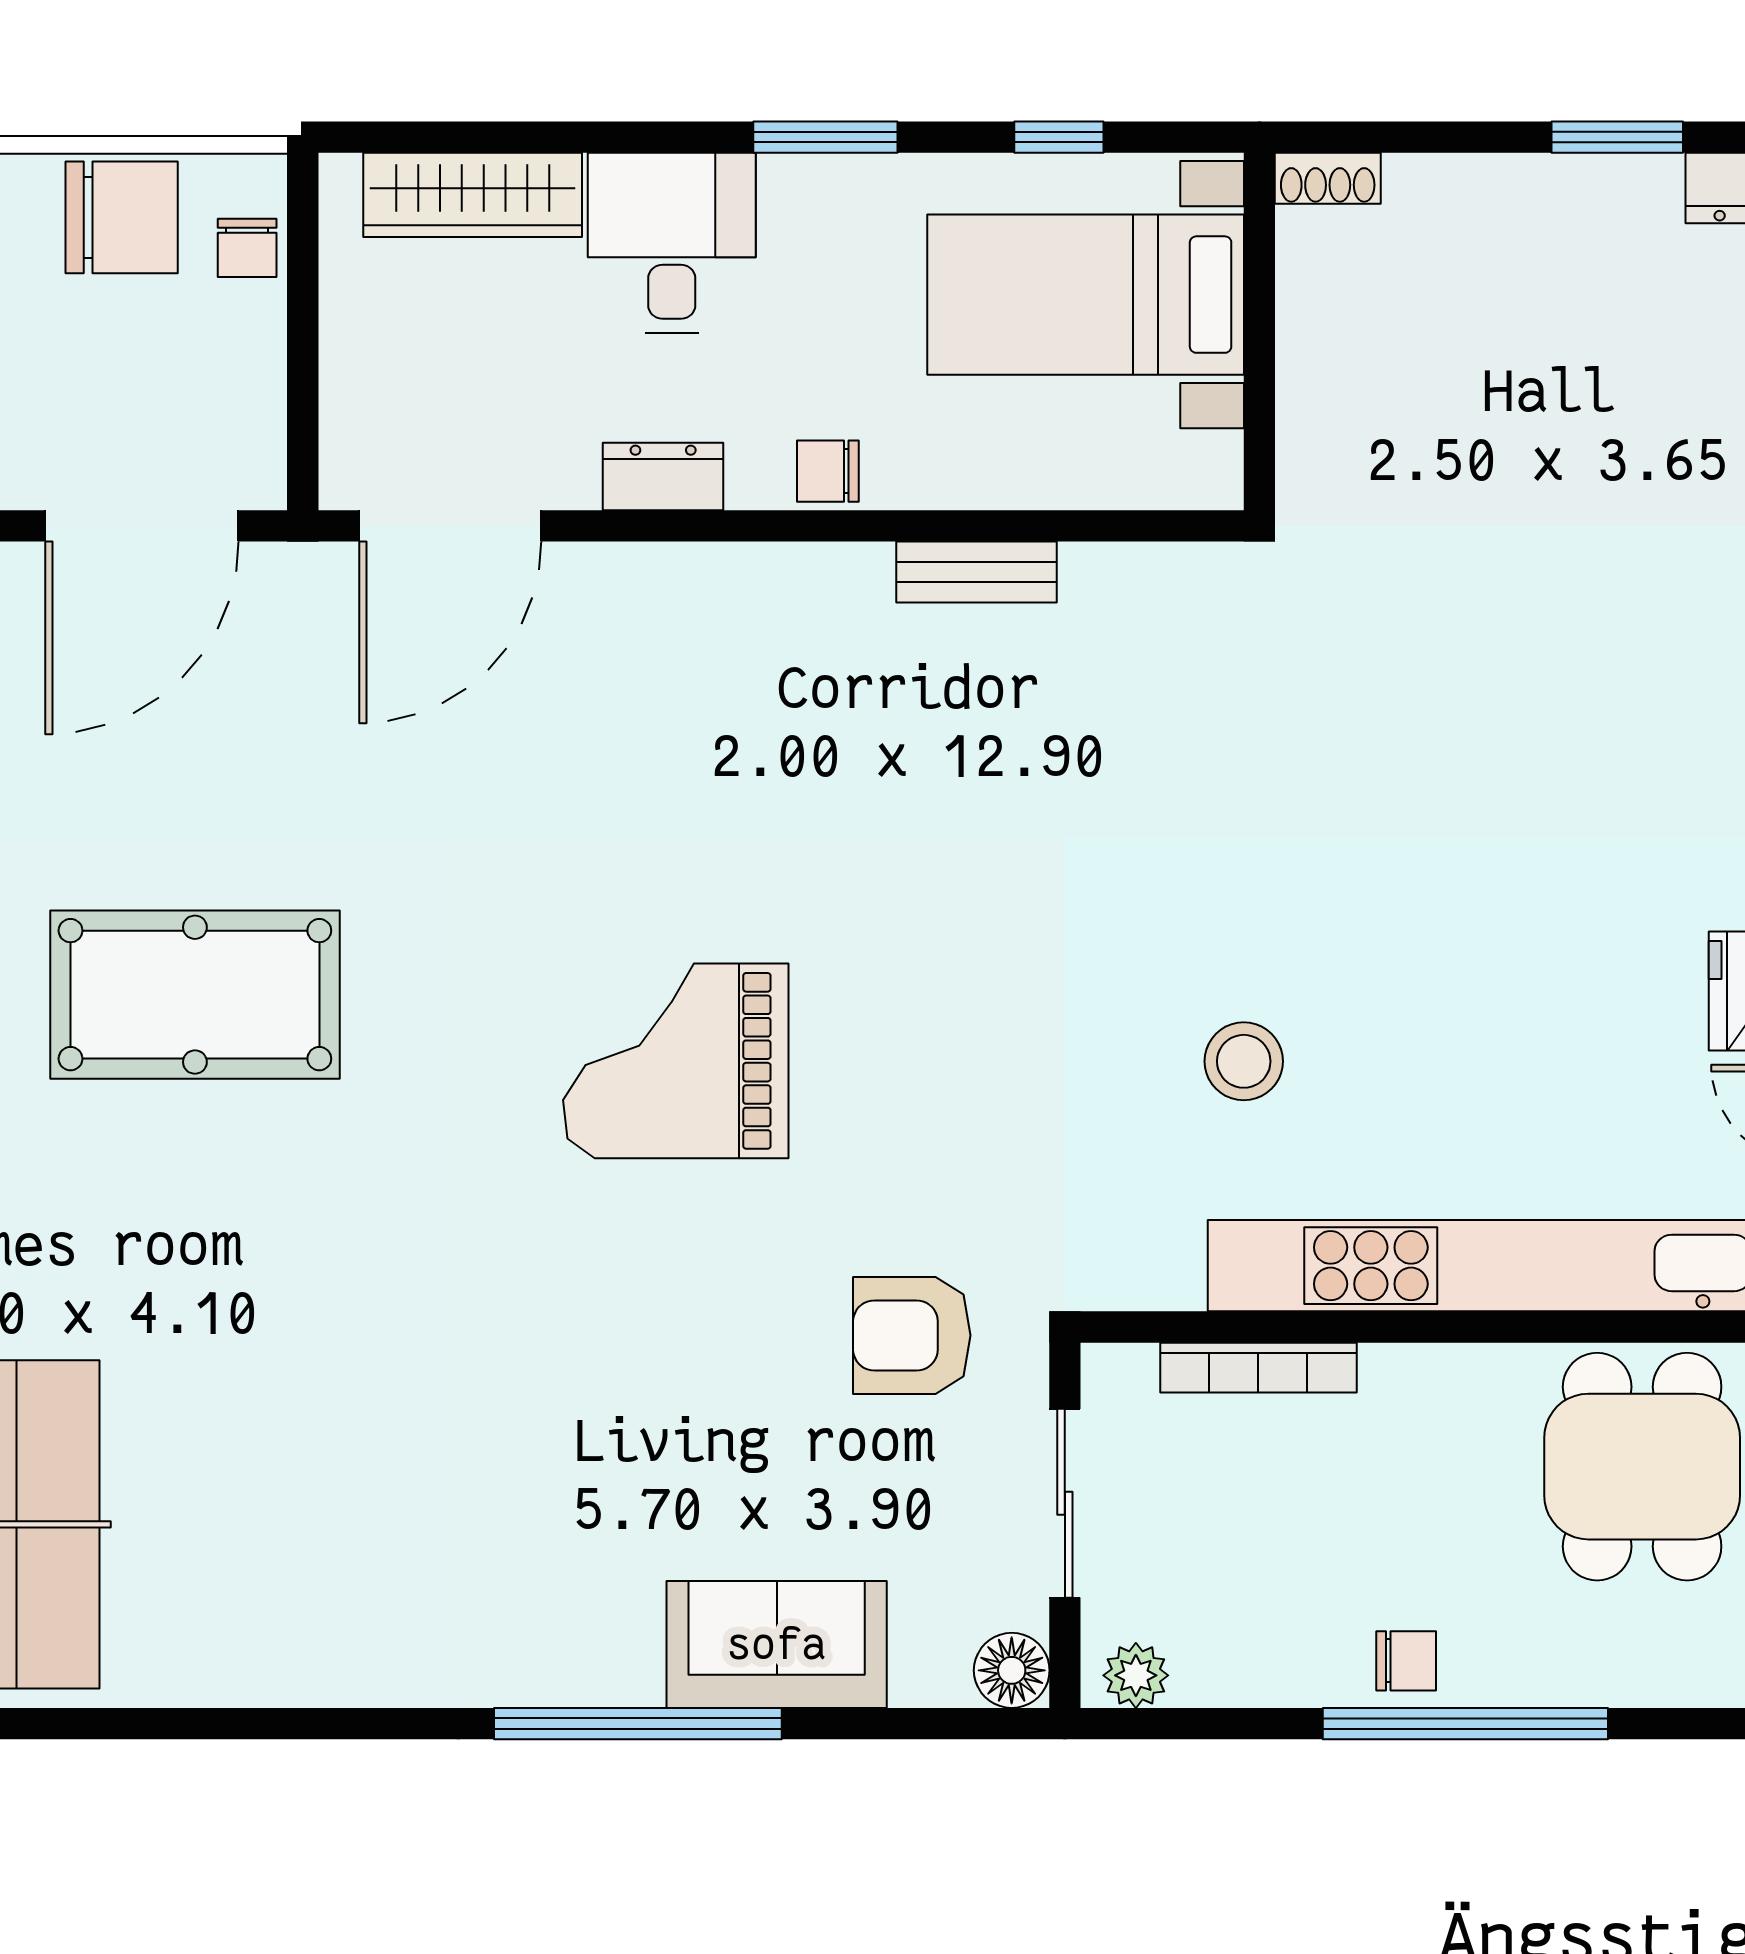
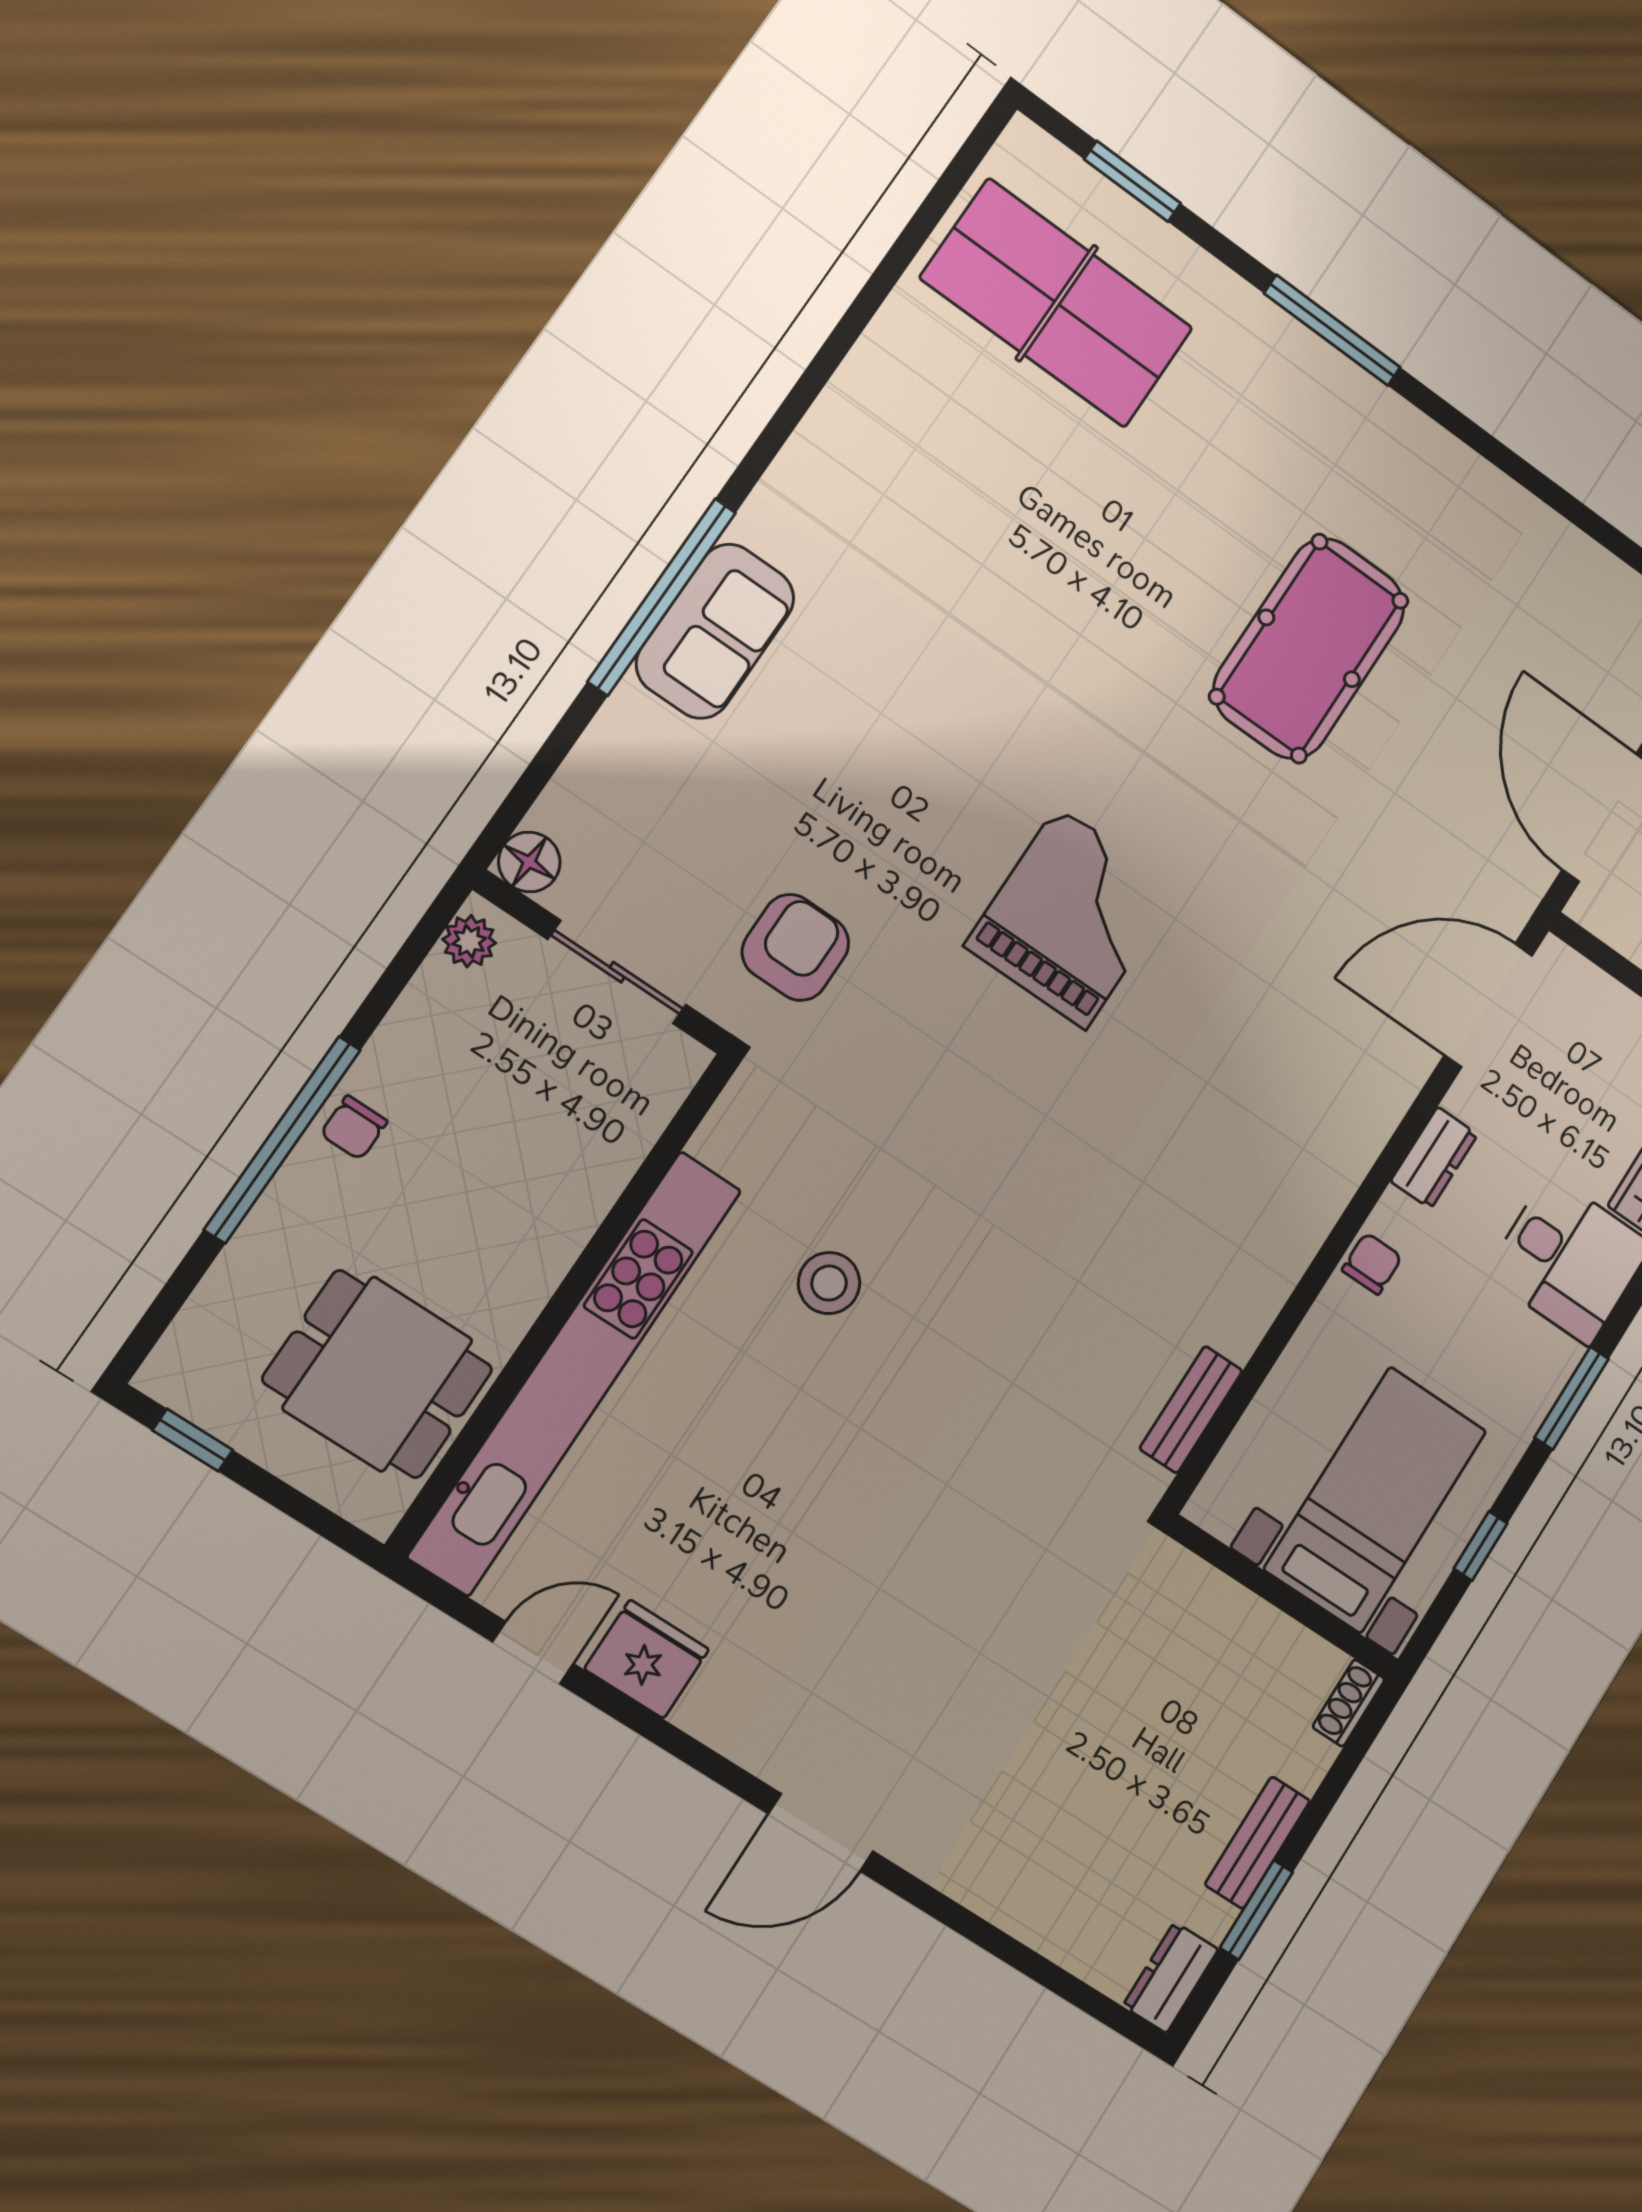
bench: (1544, 184) -> (1257, 1843), added
door: (450, 526) -> (1488, 1005), hinge flipped
bench: (977, 572) -> (1191, 1410), moved
bookcase: (1258, 1368) -> (621, 1160), removed
sofa: (777, 1644) -> (715, 631), moved

